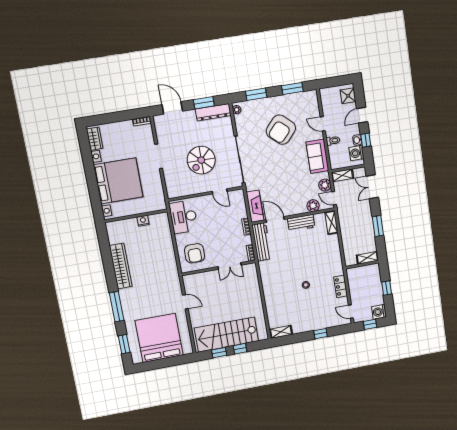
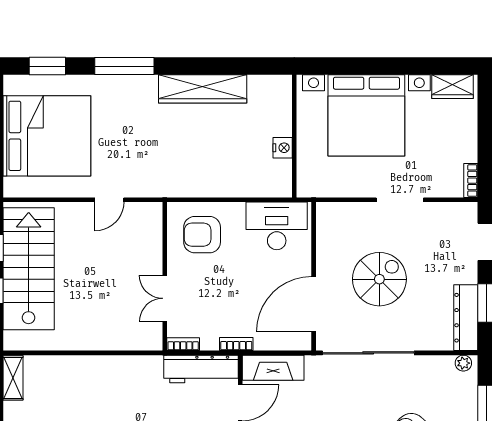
spiral stairs: (201, 160) -> (379, 279), turned 90
door: (220, 191) -> (314, 304), width x1.87

